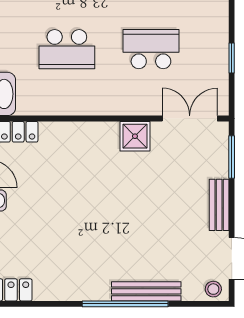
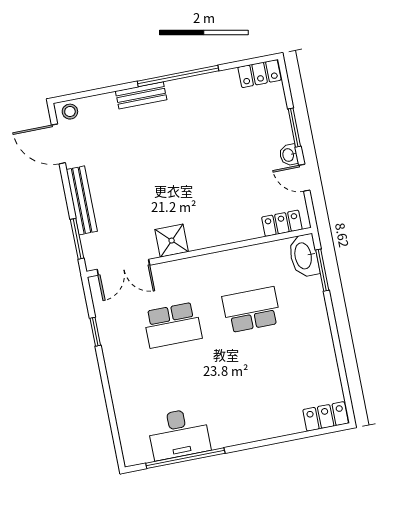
bench: (219, 205) -> (82, 200), width x1.36
bench: (146, 291) -> (141, 95), width x0.73
window: (125, 304) -> (178, 76), moved

